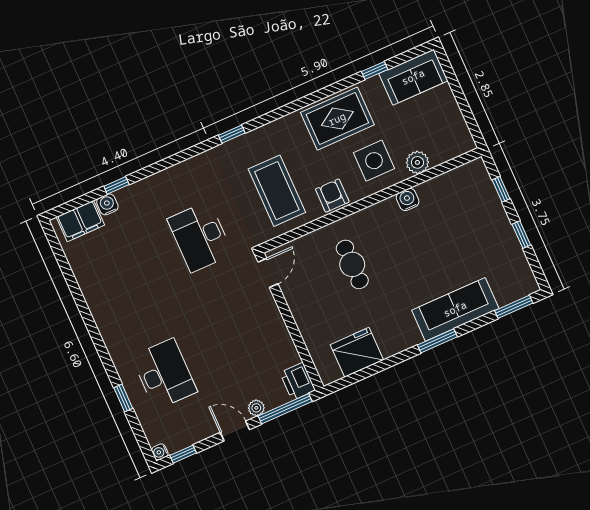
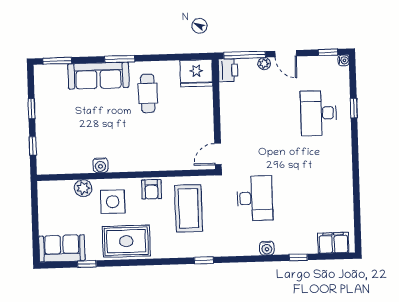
water cooler: (107, 204) -> (267, 248), moved
cafe table: (352, 264) -> (148, 93), moved
fridge: (357, 352) -> (196, 73), moved

